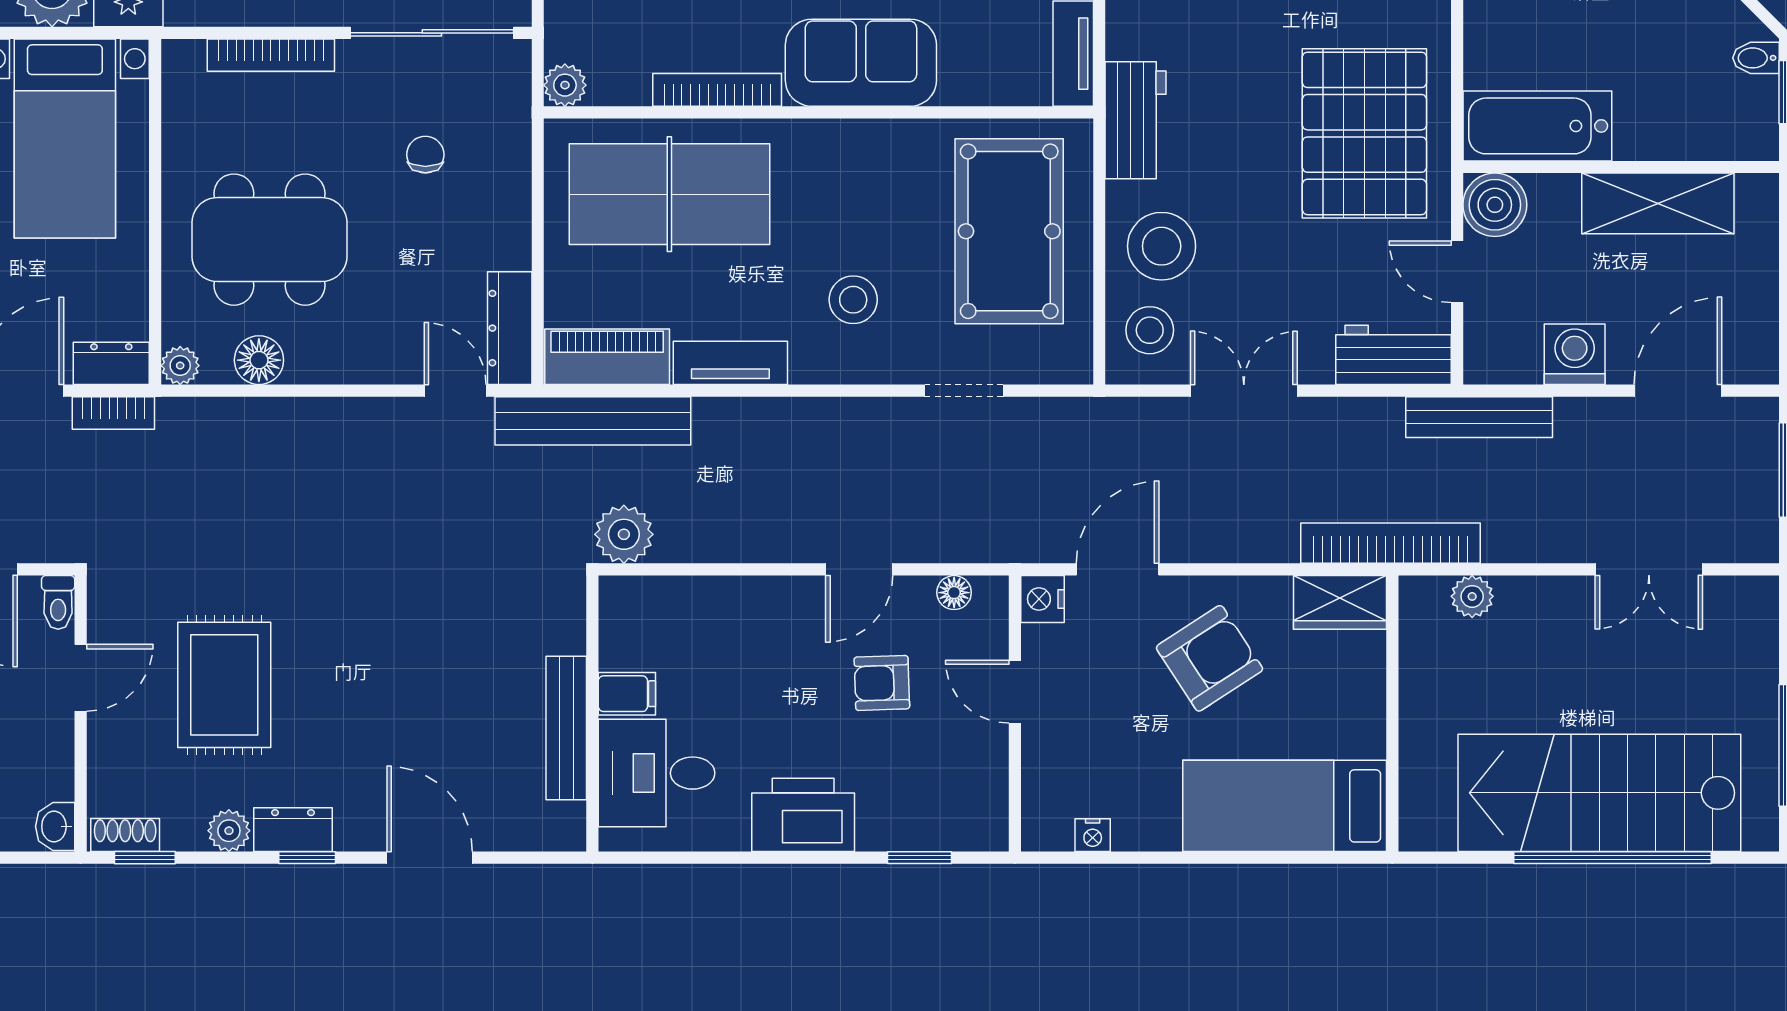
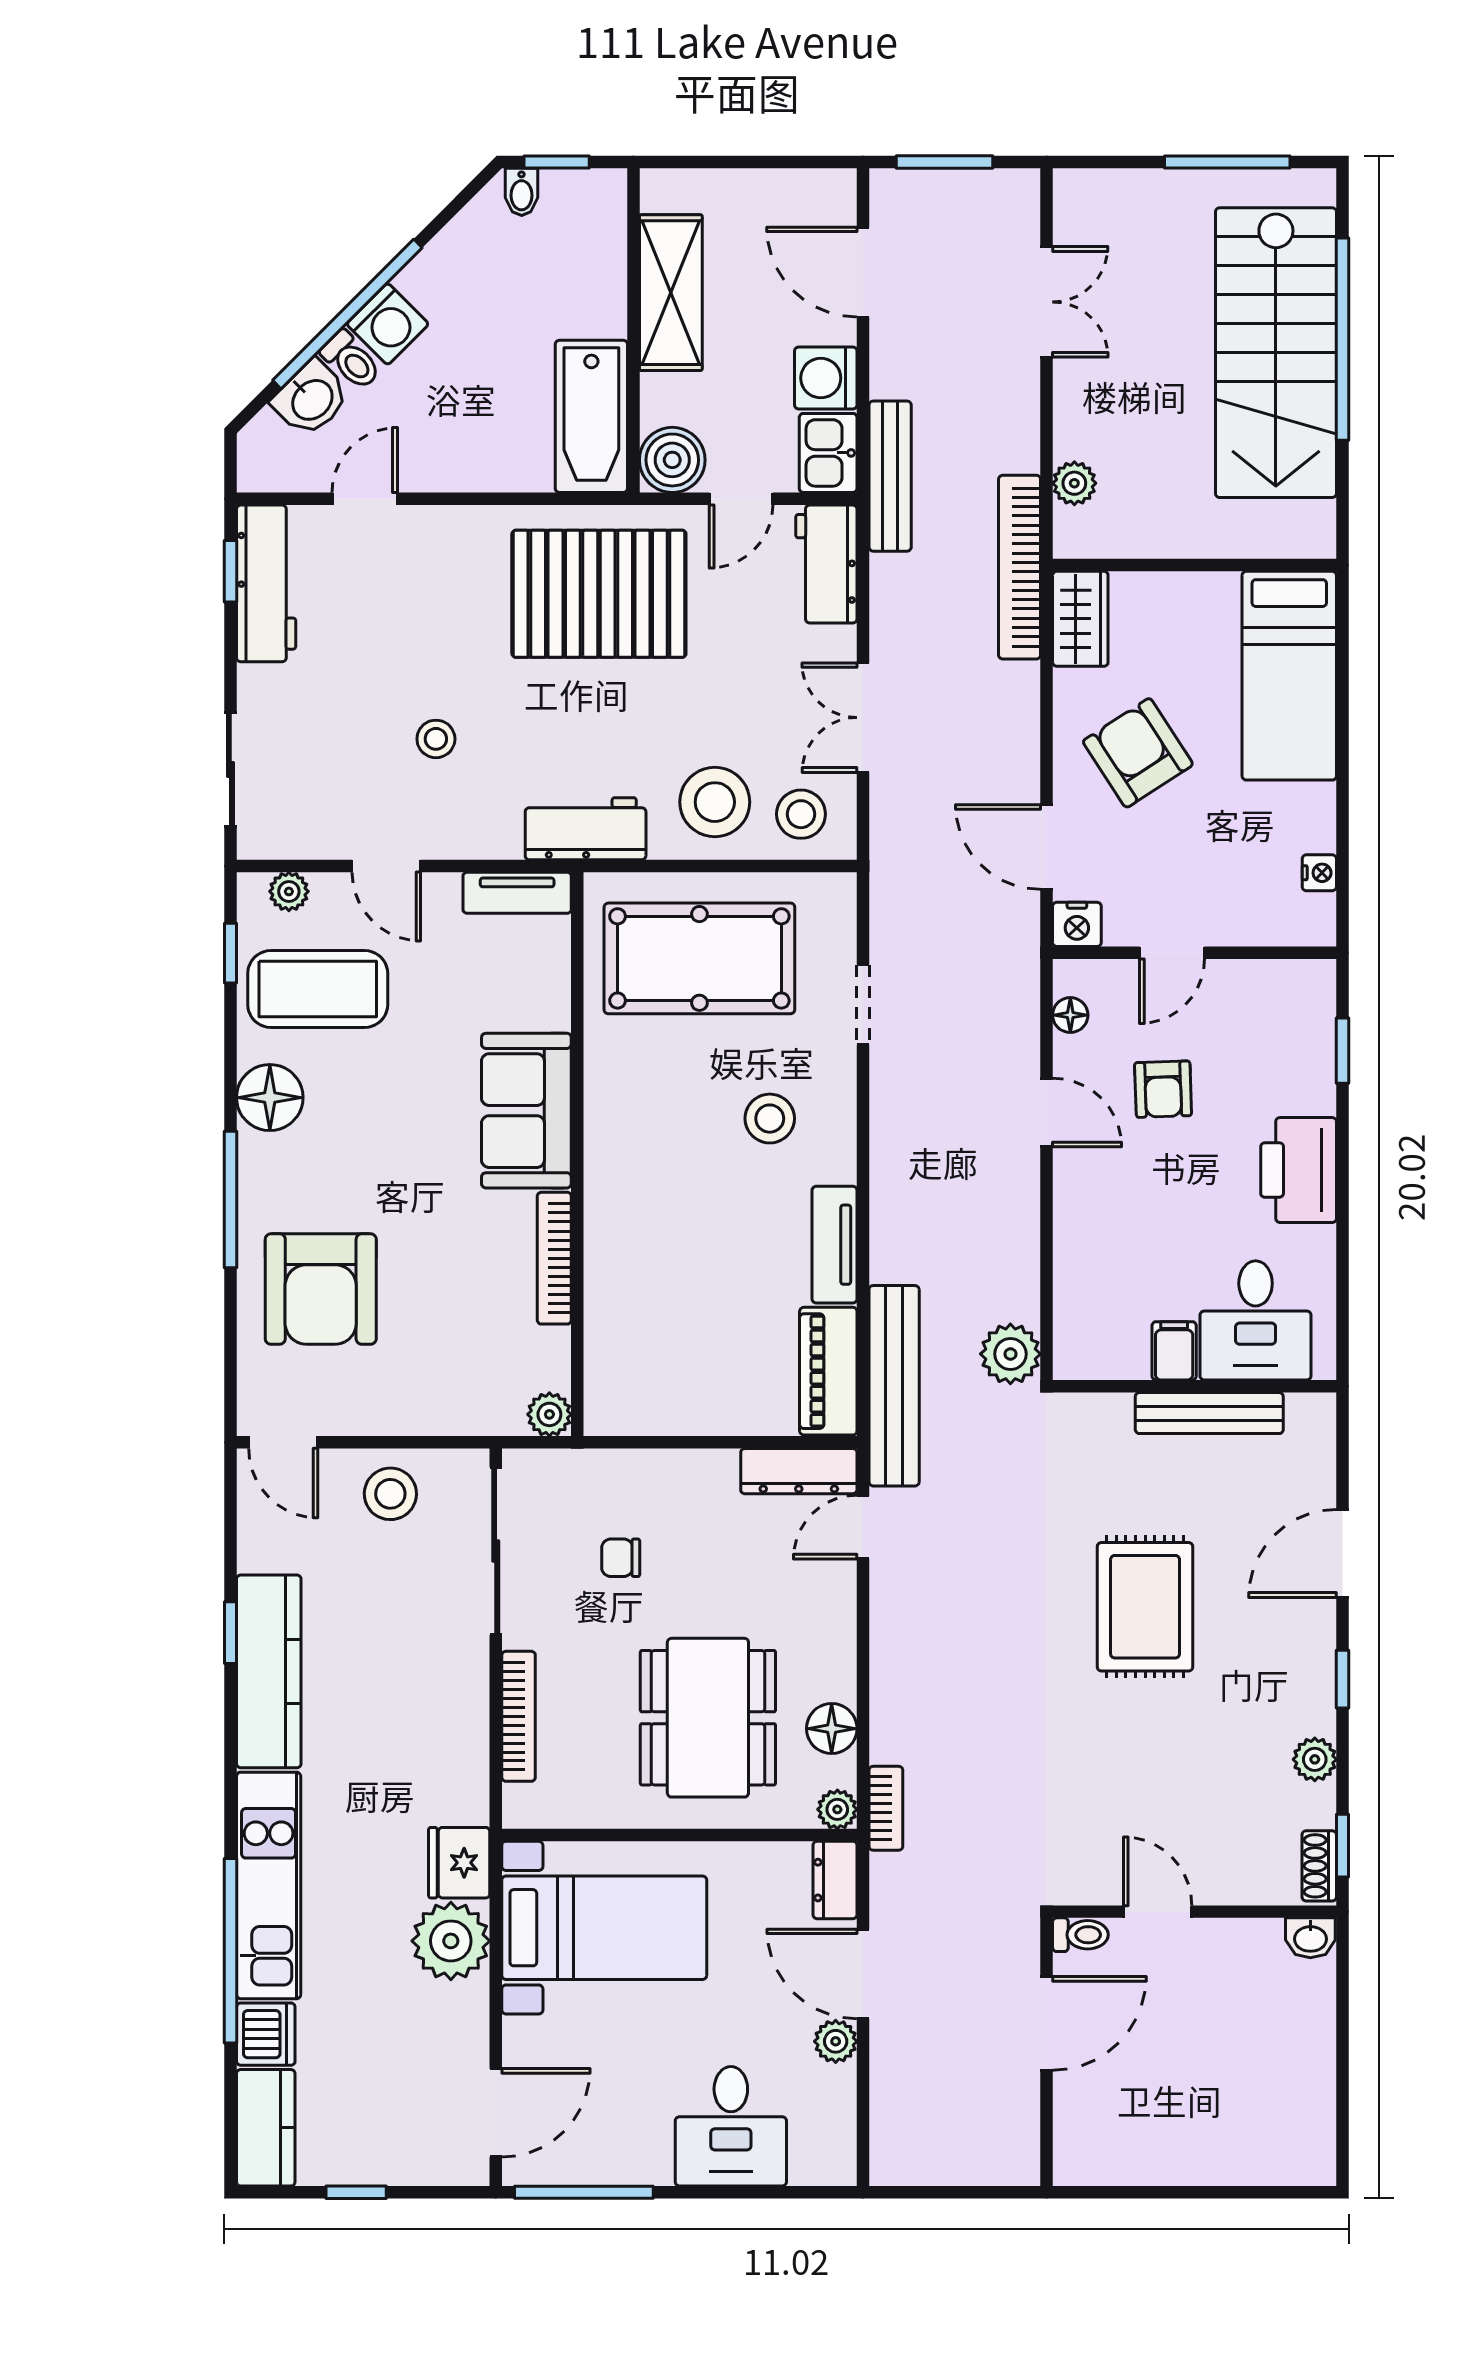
table tennis table: (669, 194) -> (661, 1307), removed
kitchen sink: (1502, 357) -> (828, 453), added
bookcase: (113, 413) -> (886, 1808), moved
rug: (224, 685) -> (1145, 1607), moved, turned 90
dresser: (293, 830) -> (1314, 1694), removed

